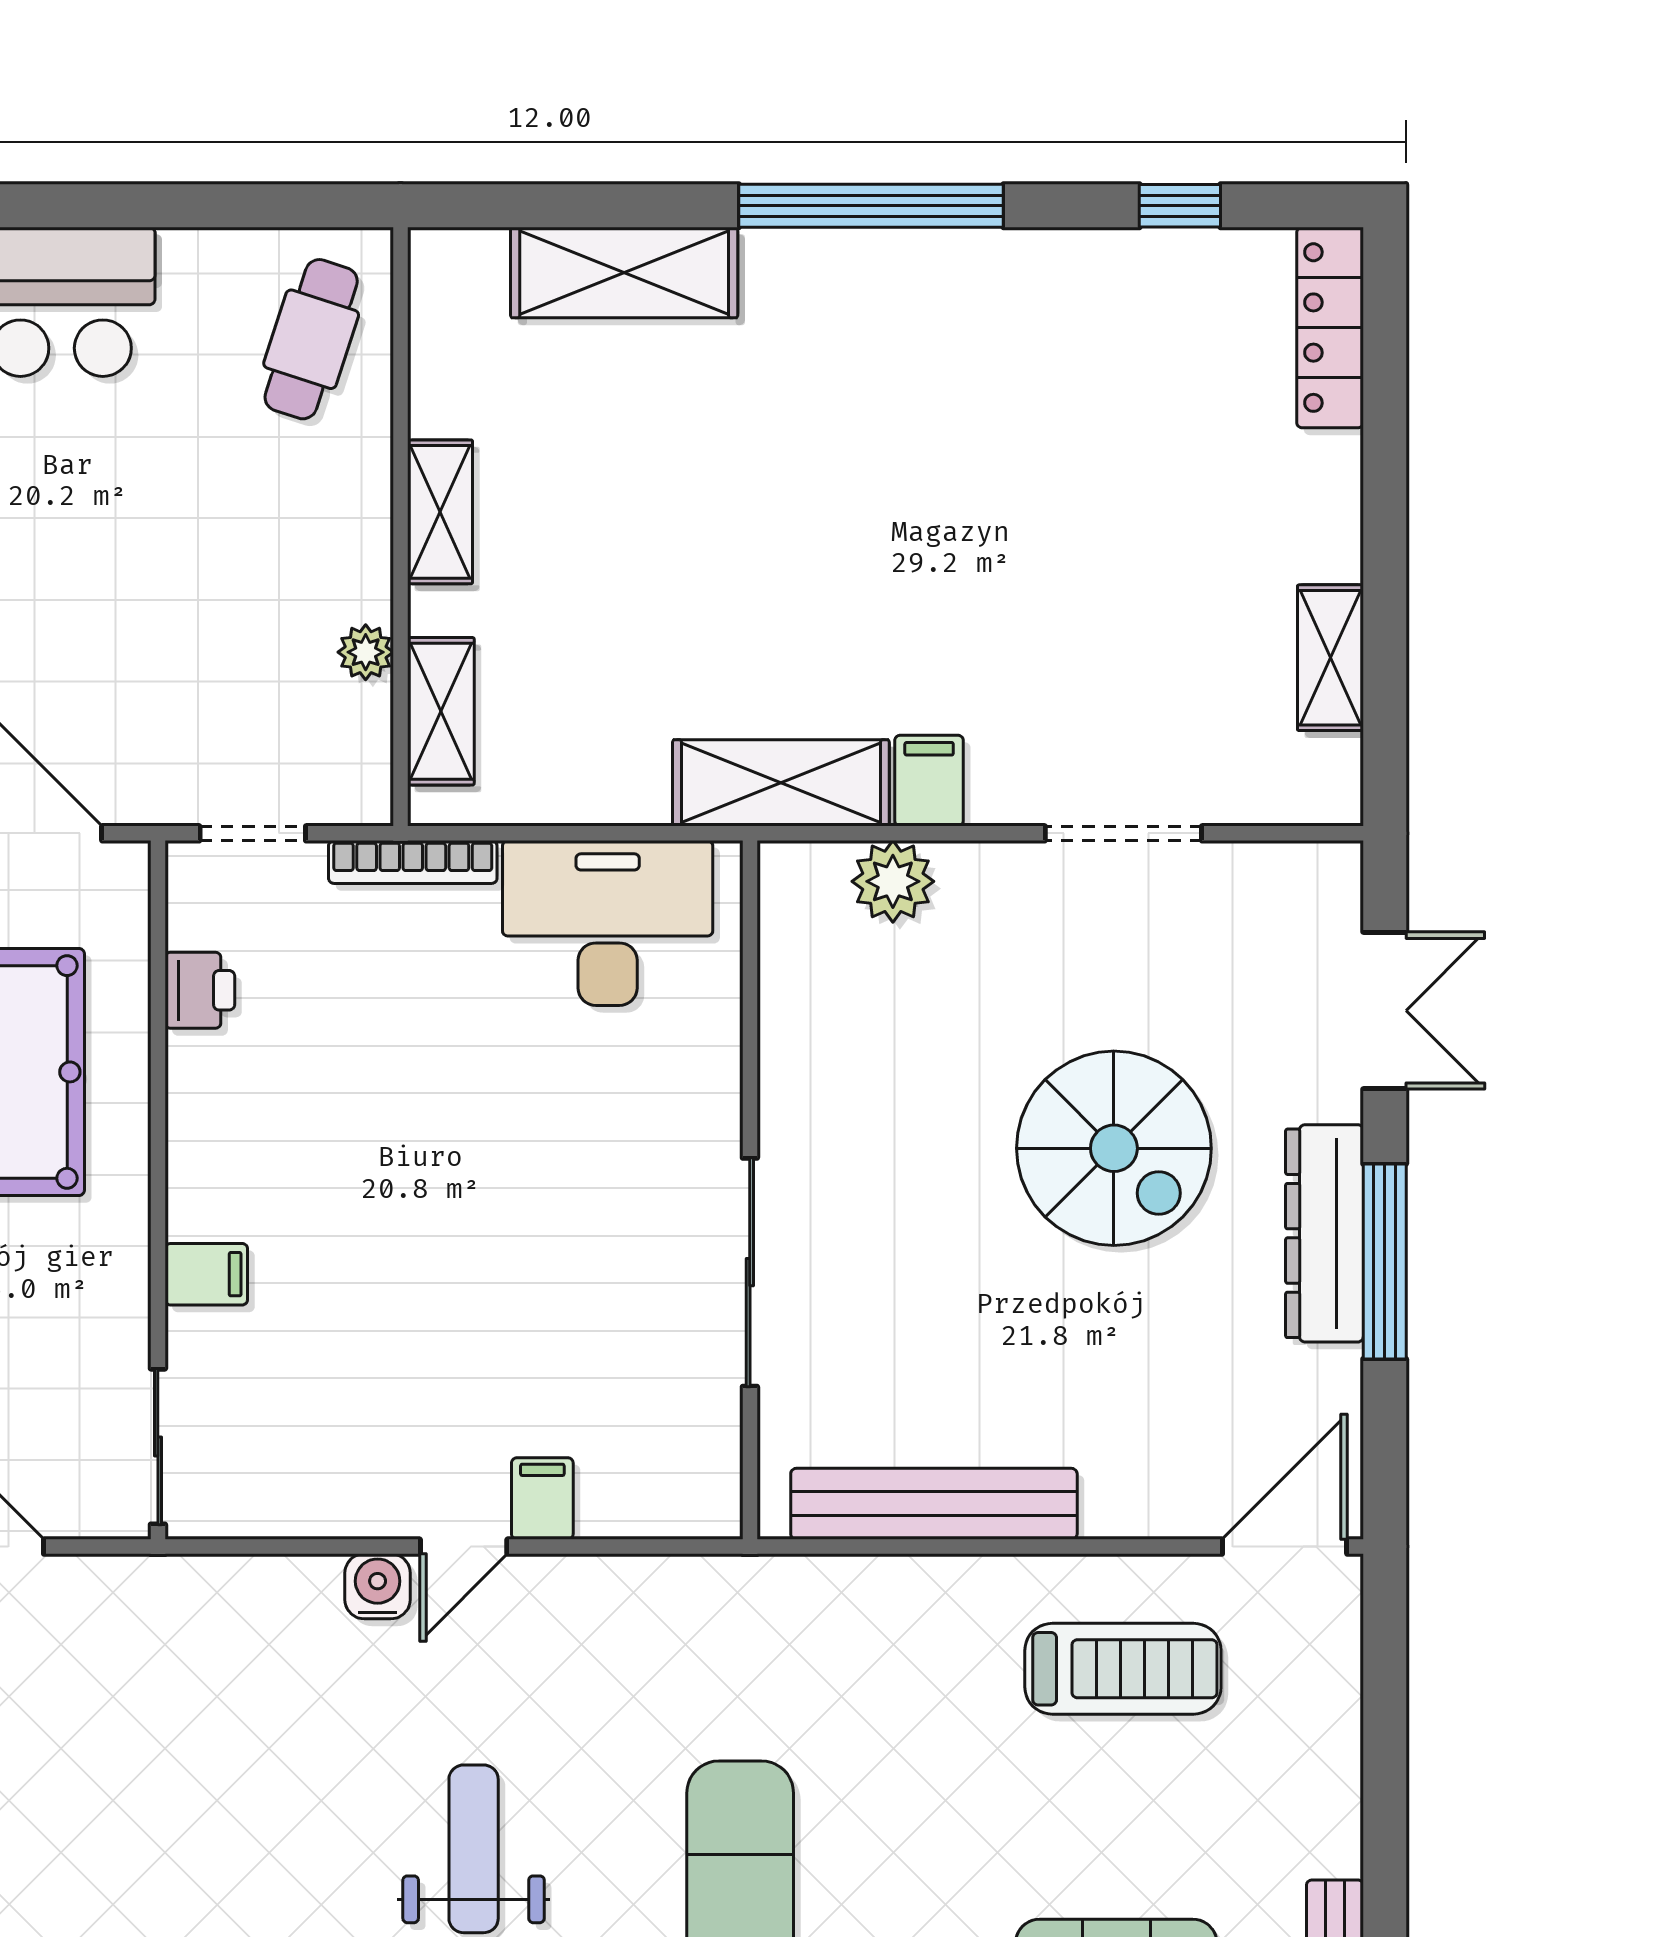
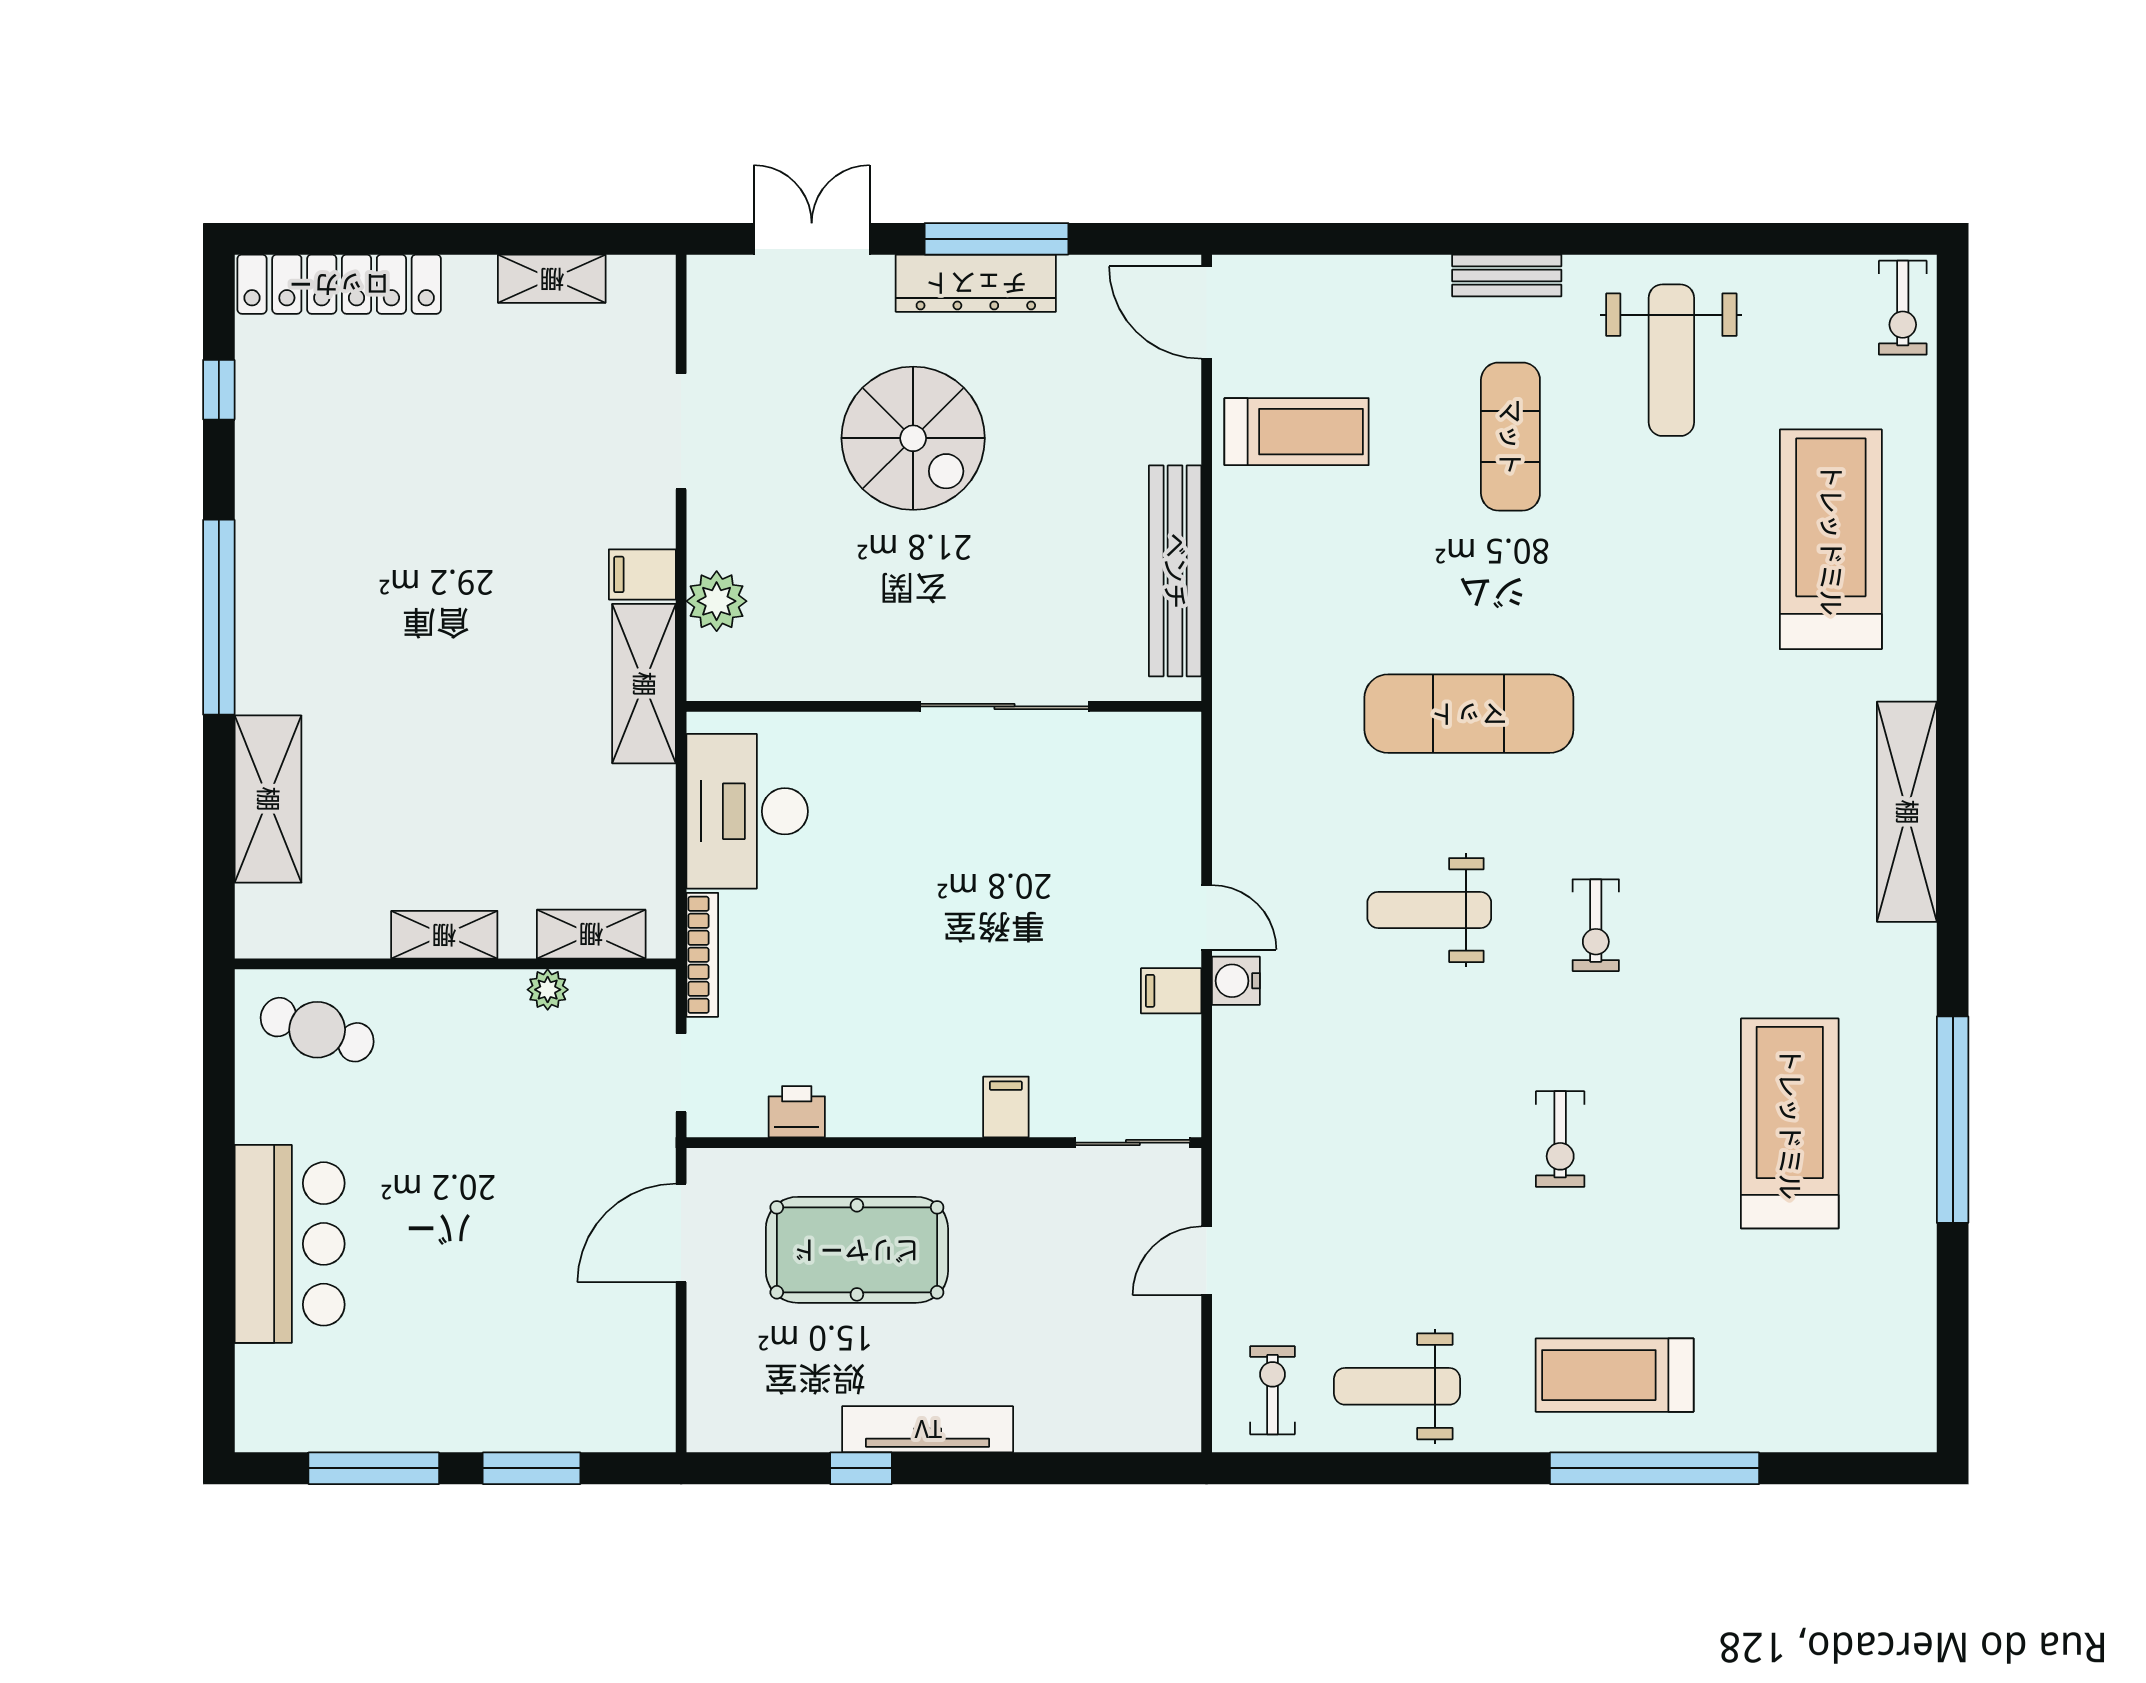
locker: (1330, 328) -> (339, 284), width x1.41, depth x1.21
spiral stairs: (1114, 1148) -> (913, 438), turned 90
filing cabinet: (542, 1498) -> (1171, 991), moved
treadmill: (1123, 1669) -> (1297, 432), turned 90

